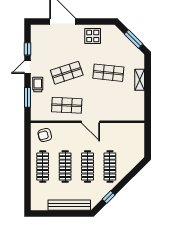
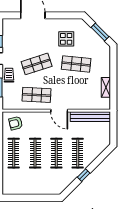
display table: (93, 36) -> (66, 39), moved
shelving: (140, 80) -> (106, 87), moved
window: (109, 197) -> (84, 175), moved
bench: (69, 205) -> (90, 117), moved

